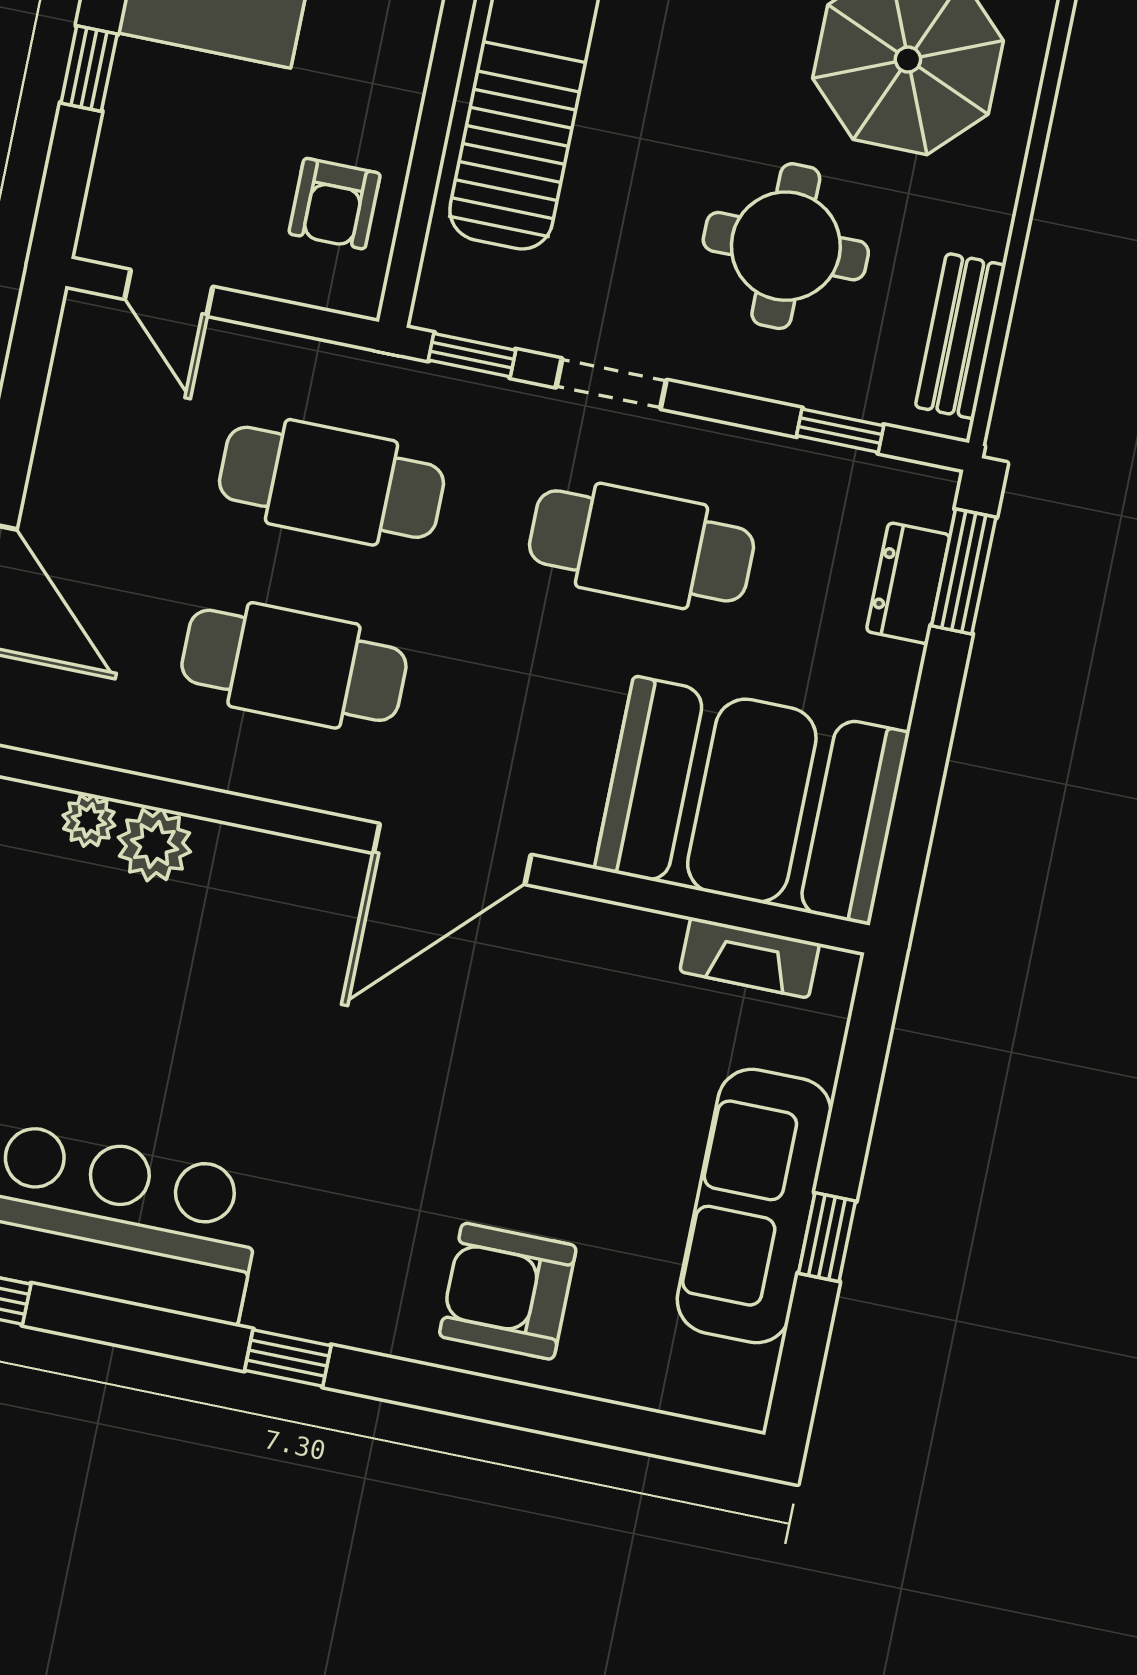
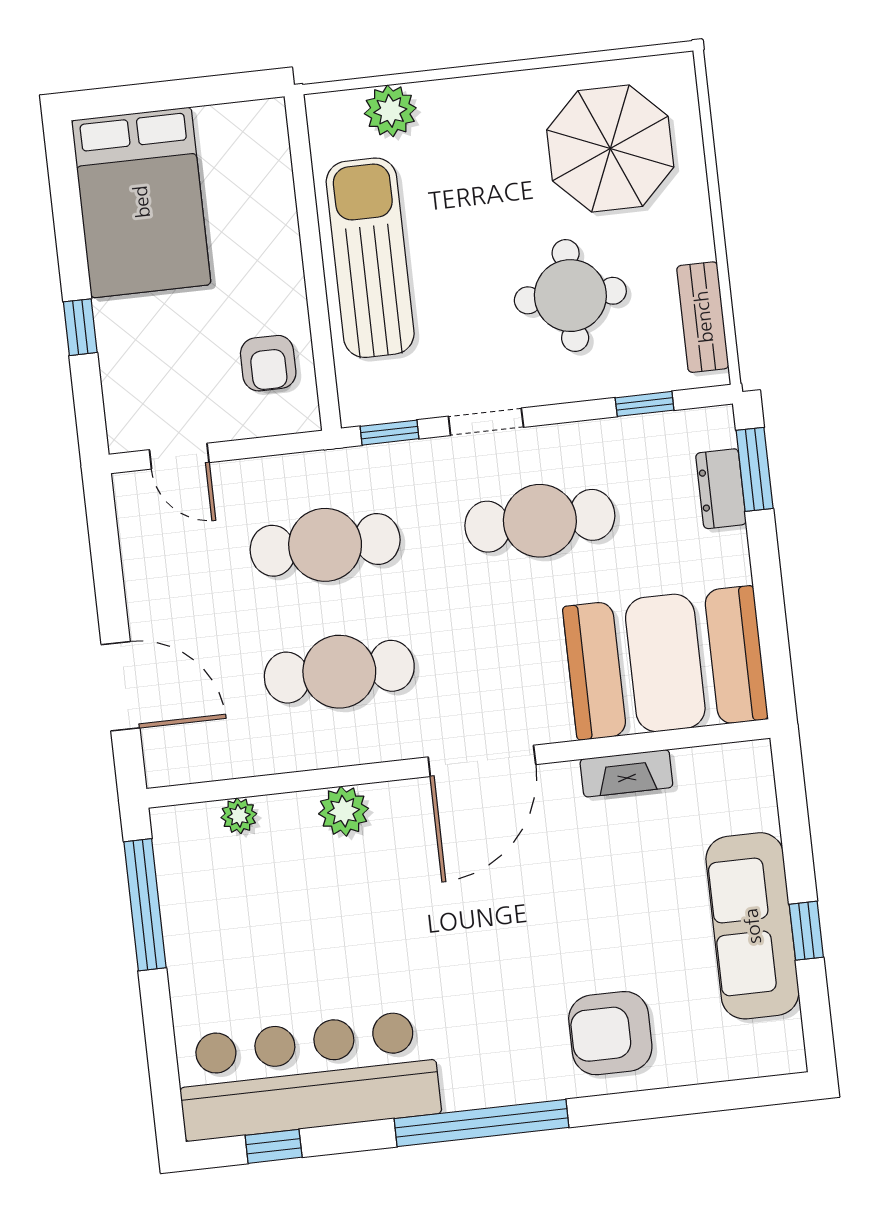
plant: (154, 845) -> (344, 811), moved
fireplace: (750, 958) -> (626, 773), moved
window: (288, 1358) -> (481, 1123), width x3.17

